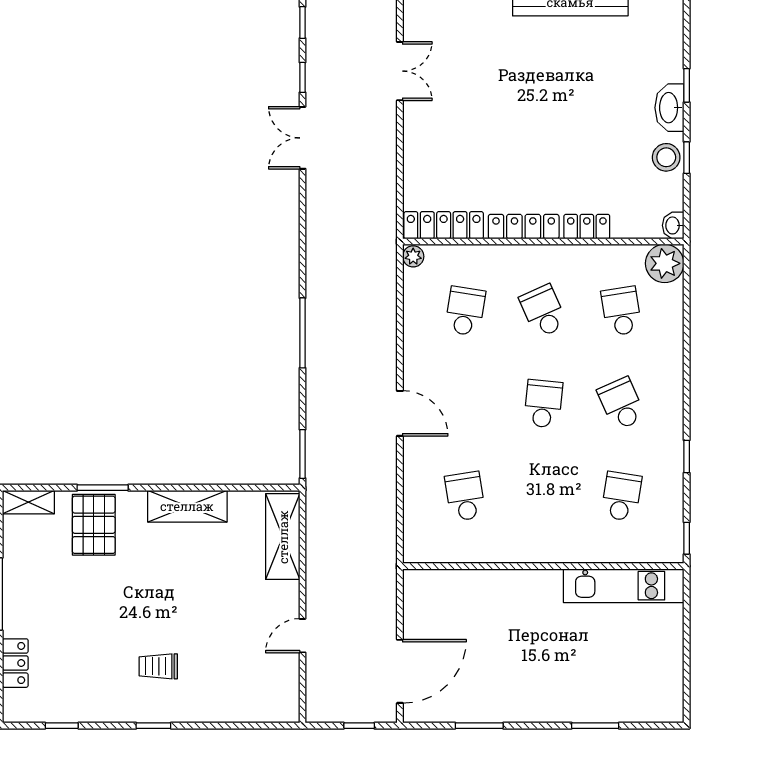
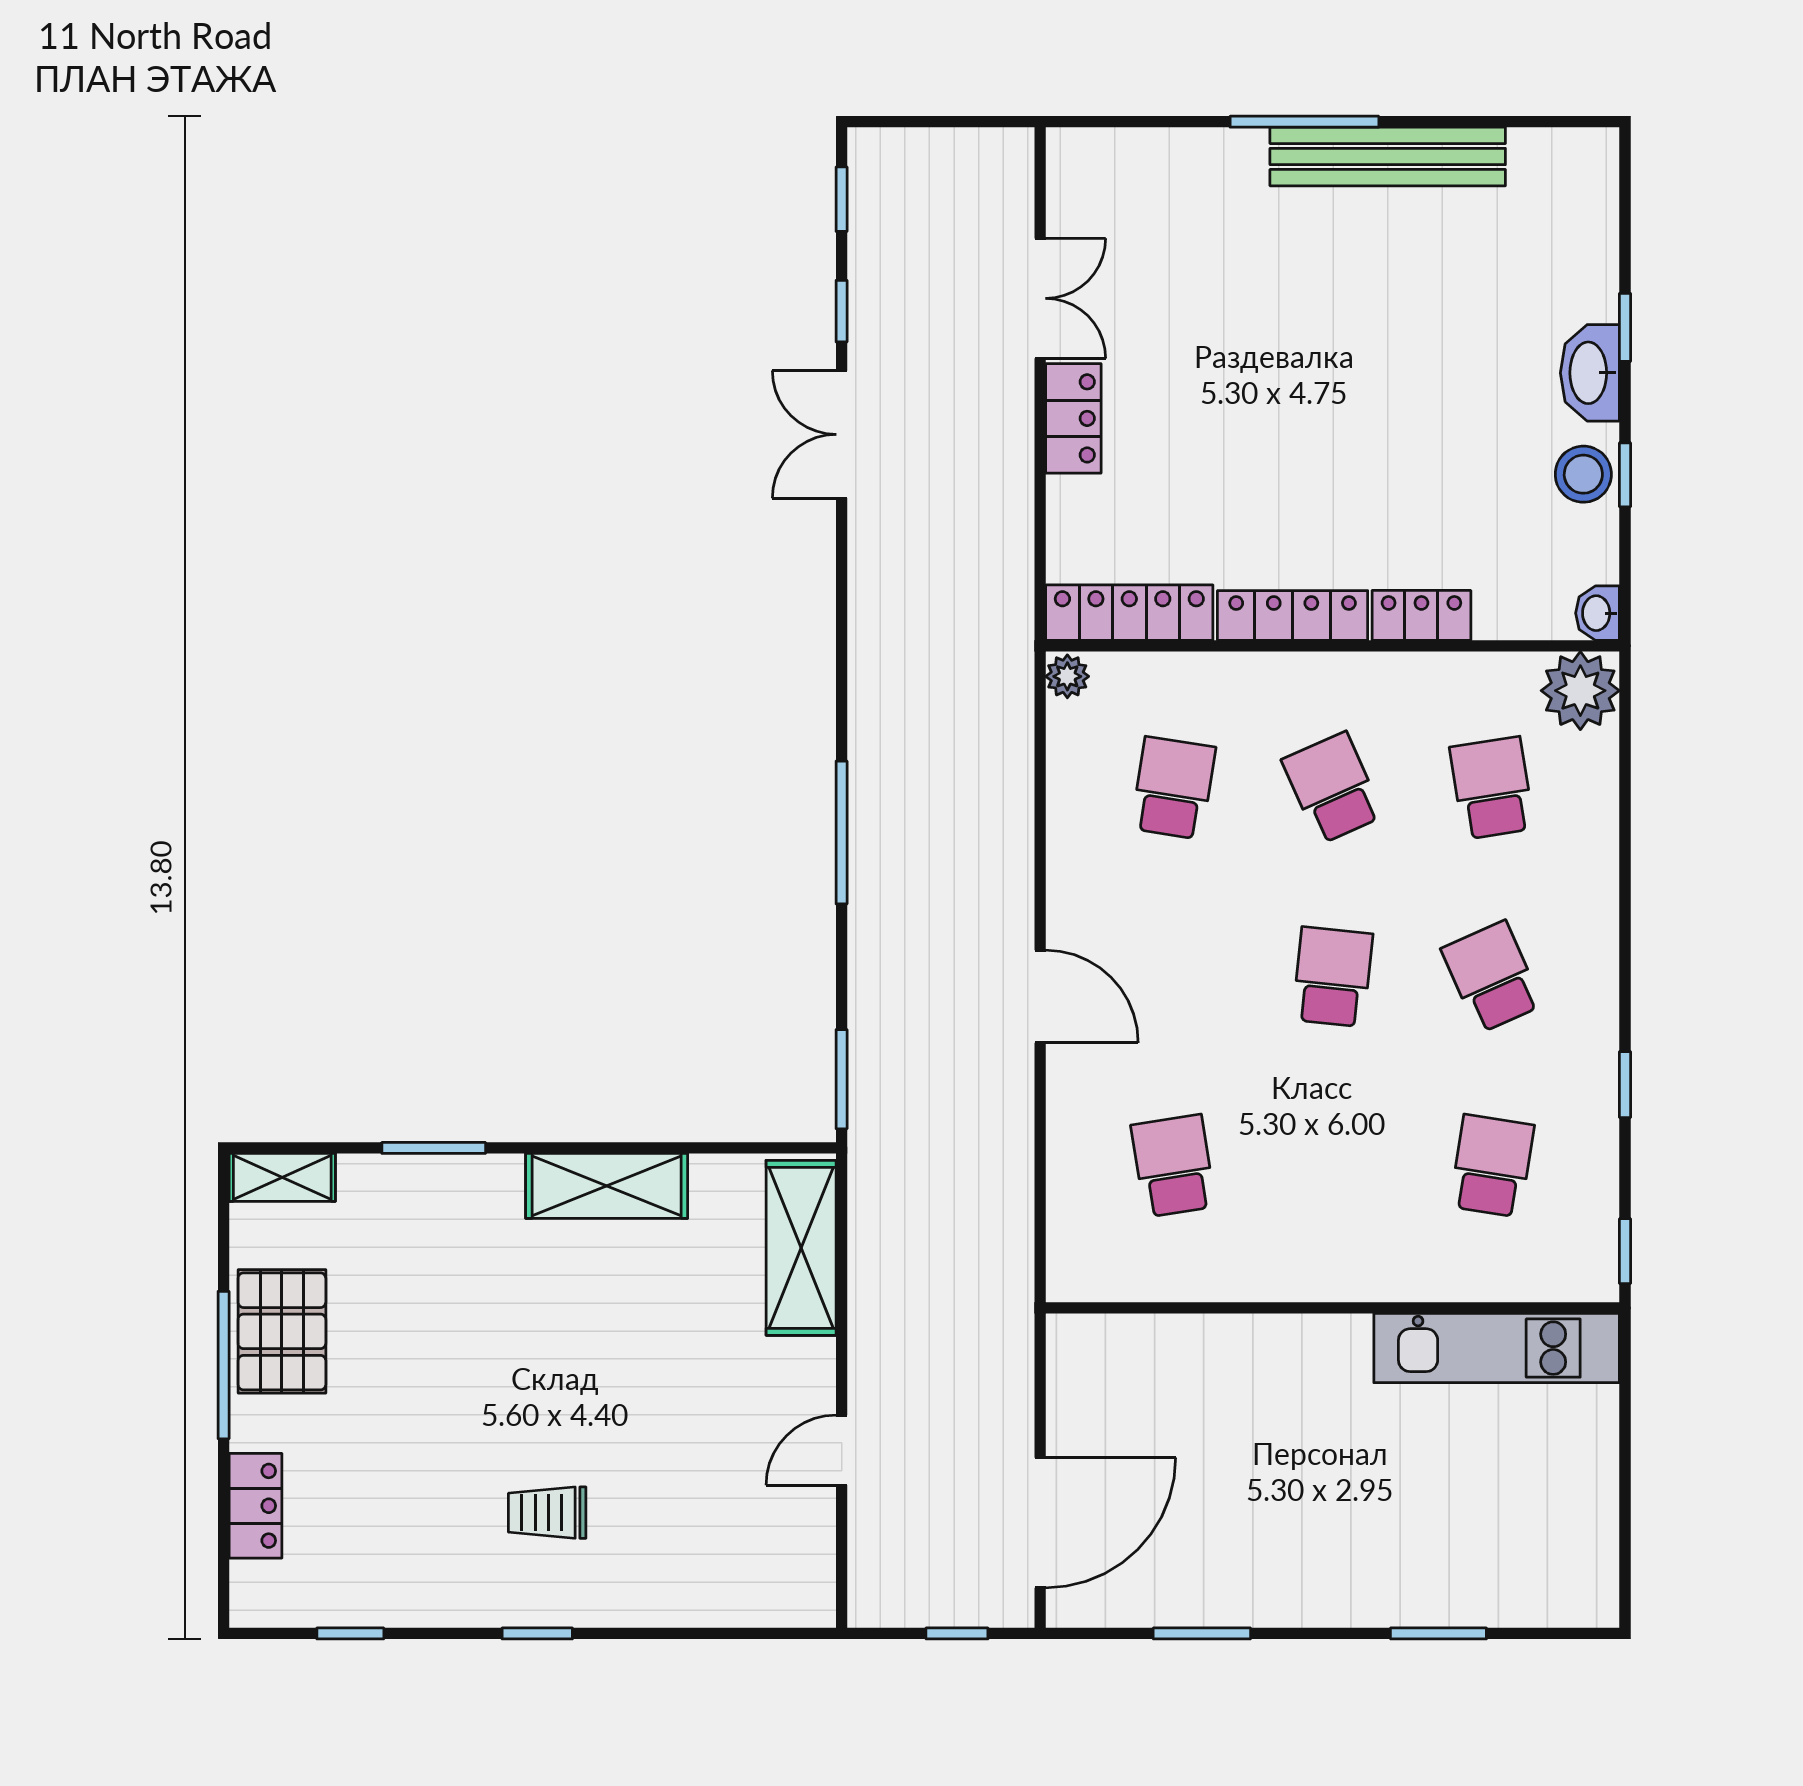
locker: (416, 130) -> (1073, 418), added
pallet: (94, 525) -> (282, 1331), moved

